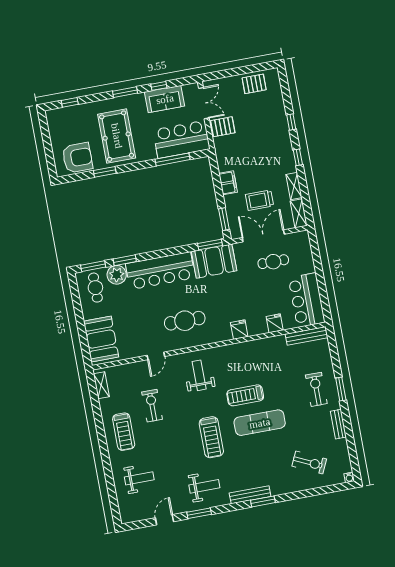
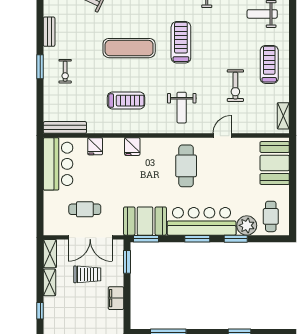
window: (93, 266) -> (197, 239), moved
cafe table: (185, 321) -> (186, 166), turned 90
exercise bike: (316, 389) -> (65, 71), width x0.73, depth x0.72
treadmill: (245, 395) -> (126, 101), moved

